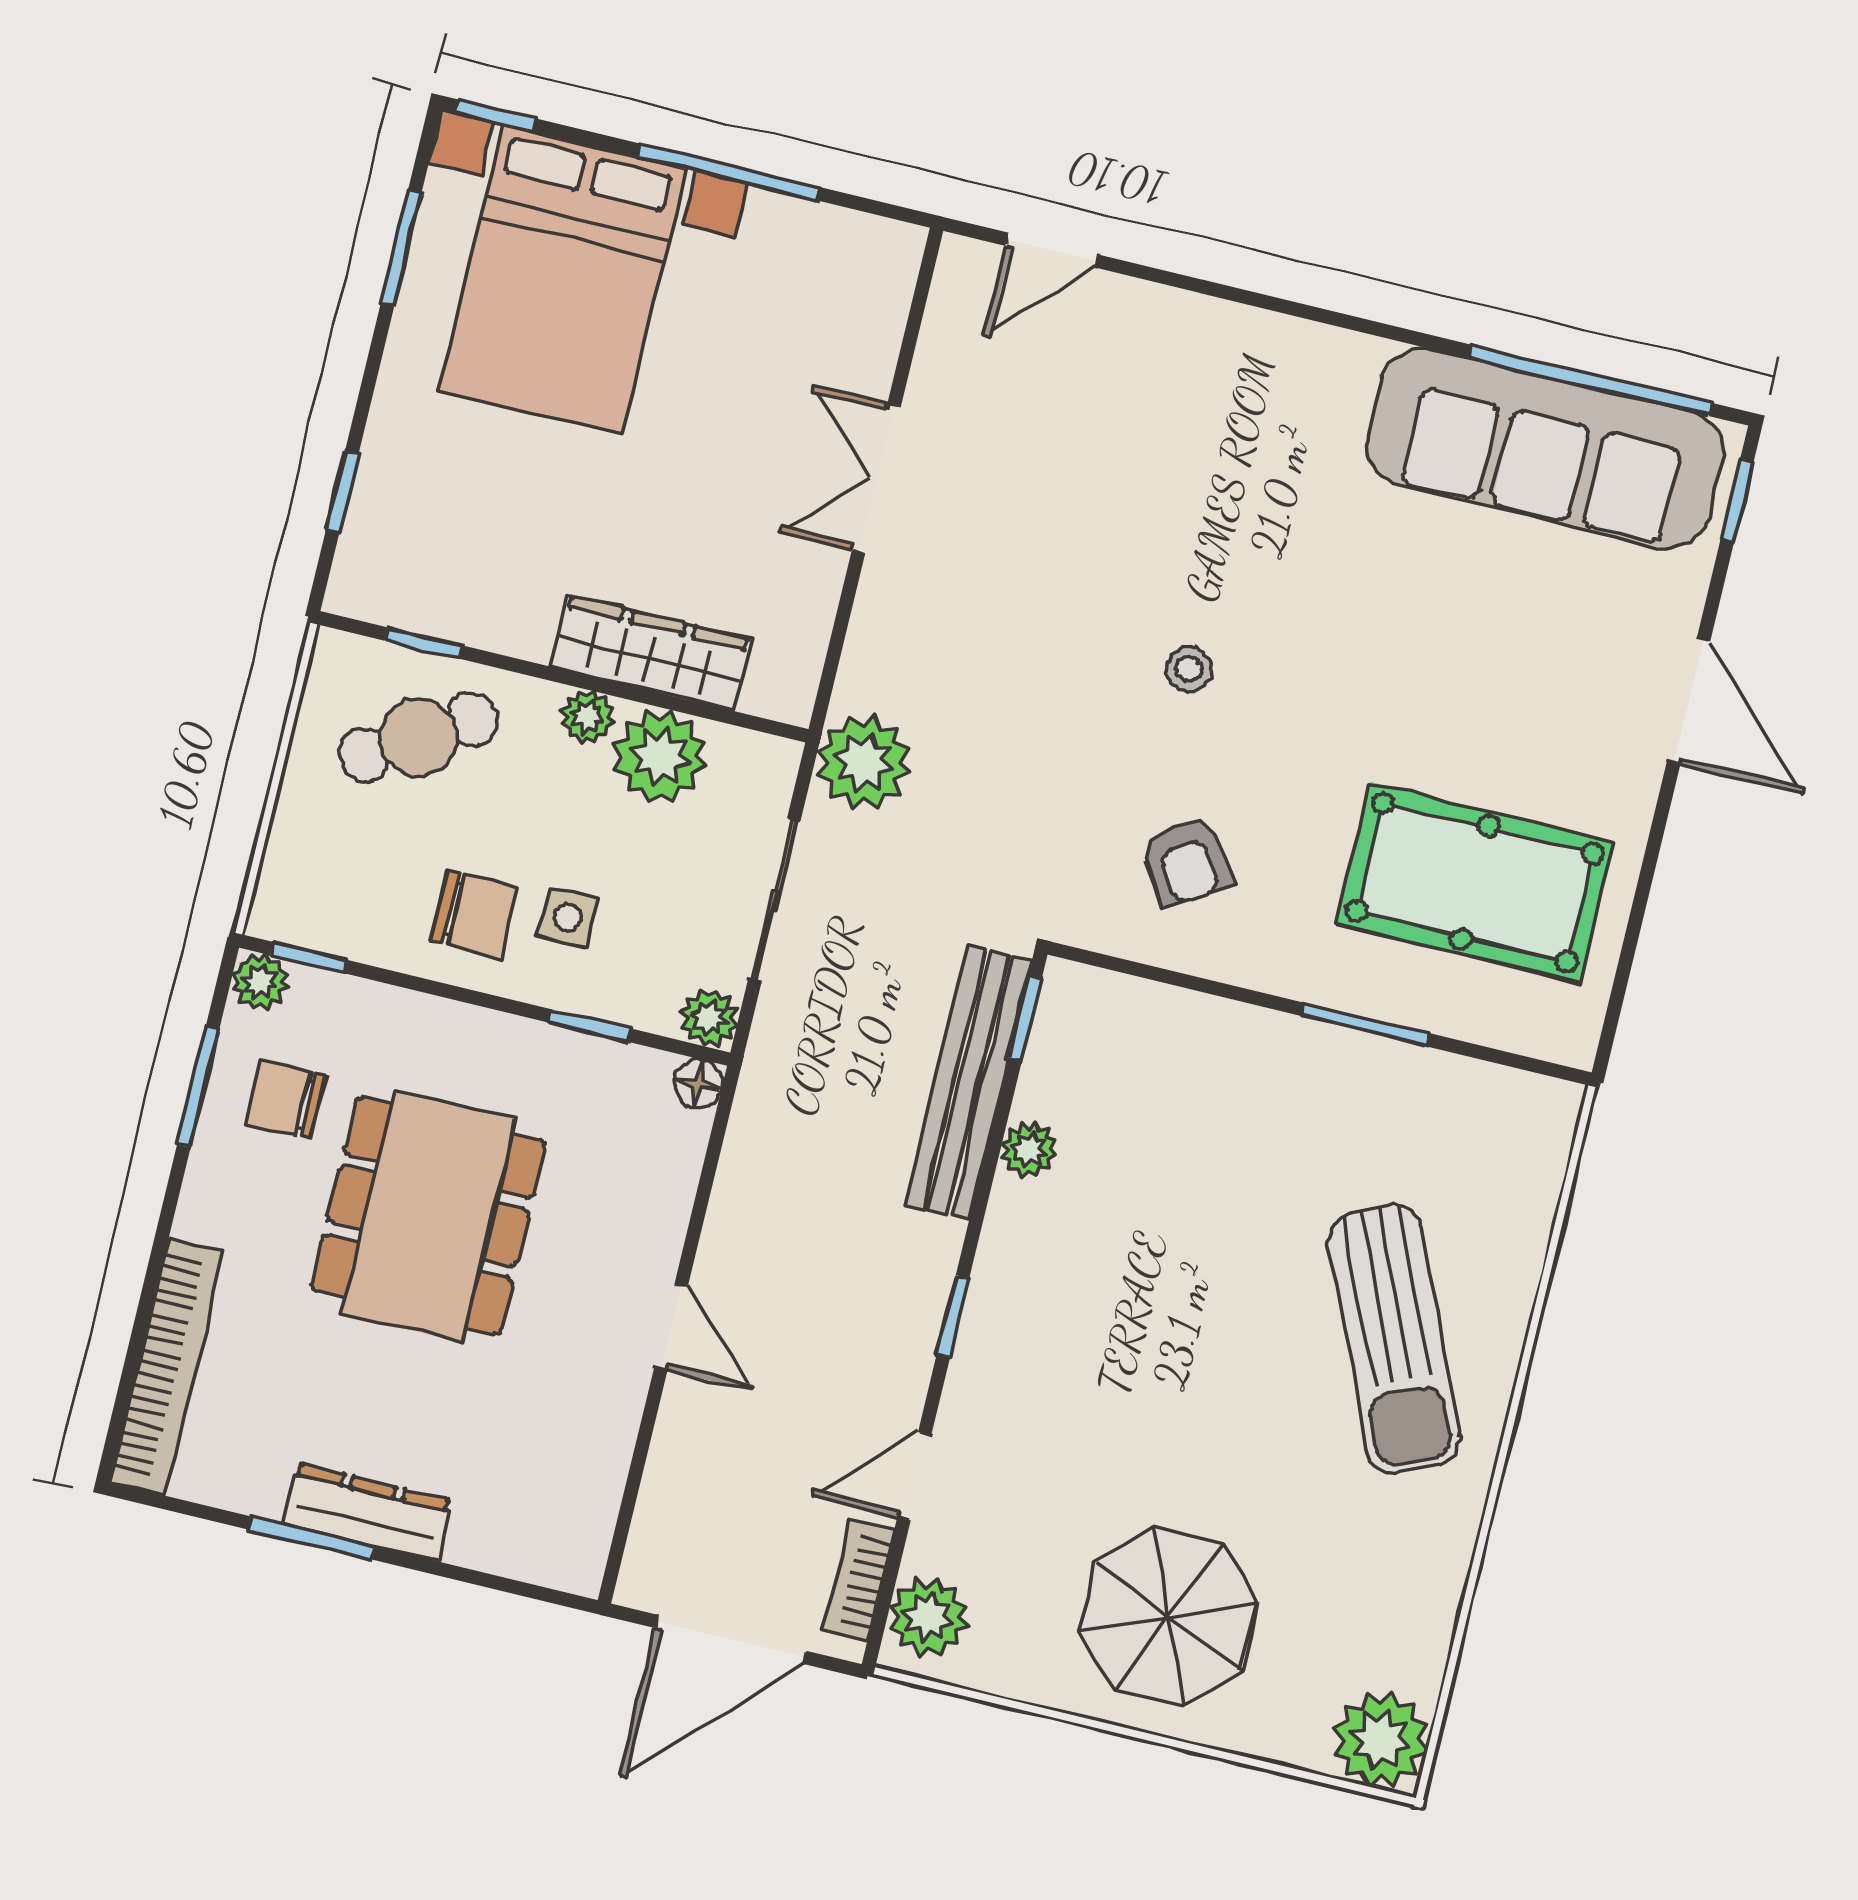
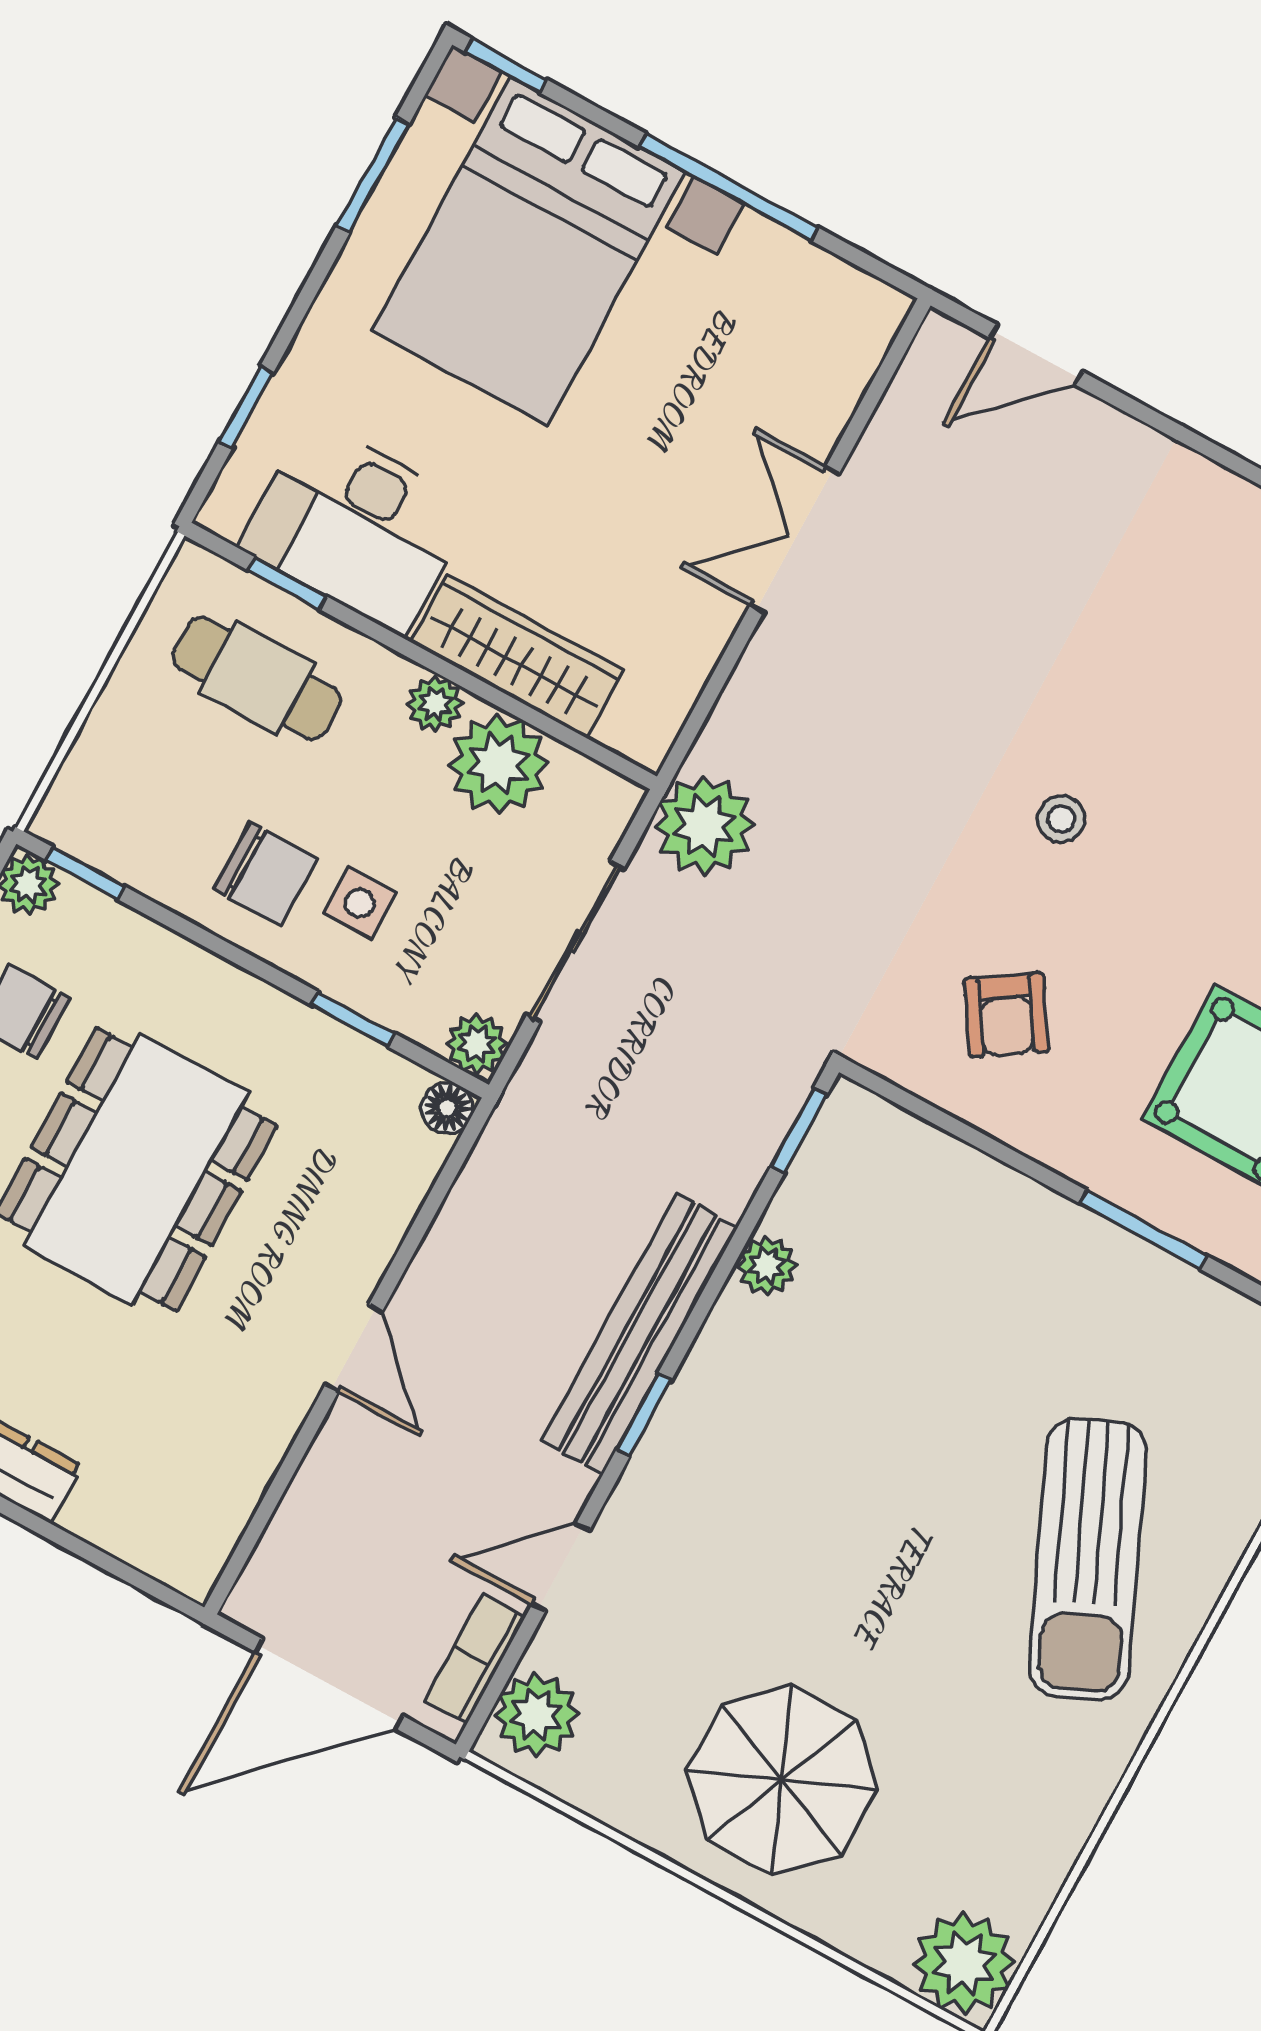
desk: (473, 575) -> (357, 527), added
cafe table: (418, 737) -> (257, 678), turned 32
bench: (968, 1083) -> (640, 1334), moved

